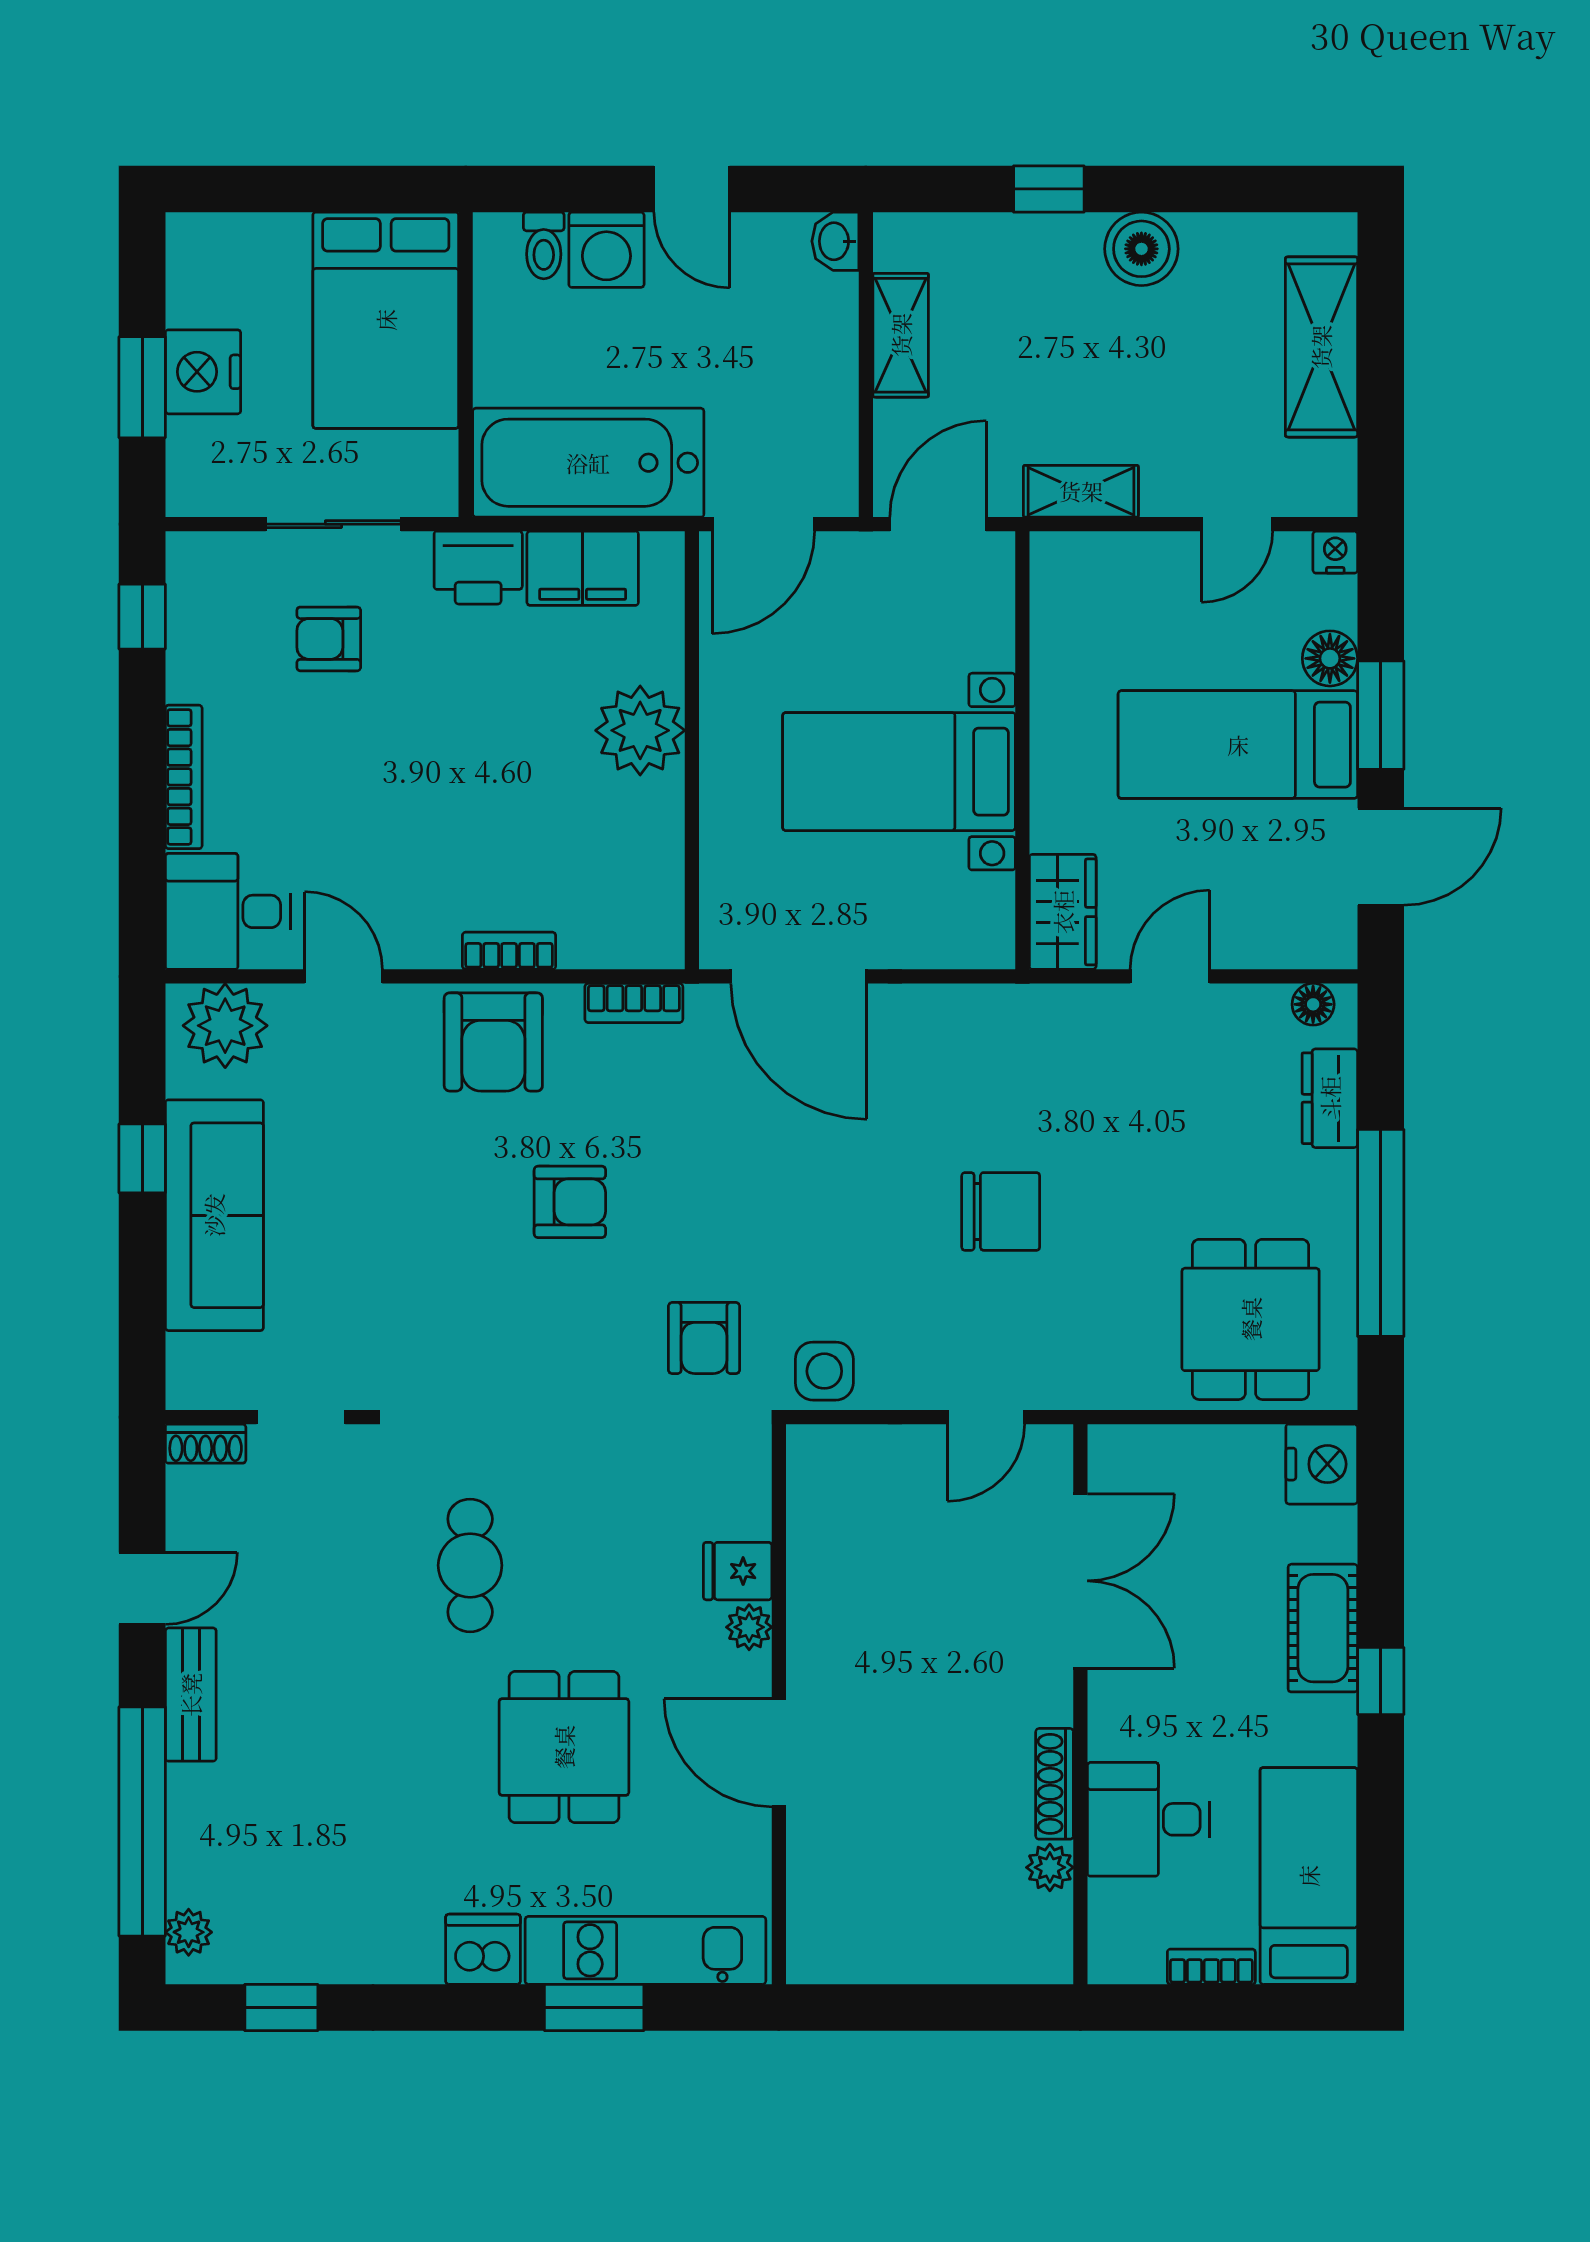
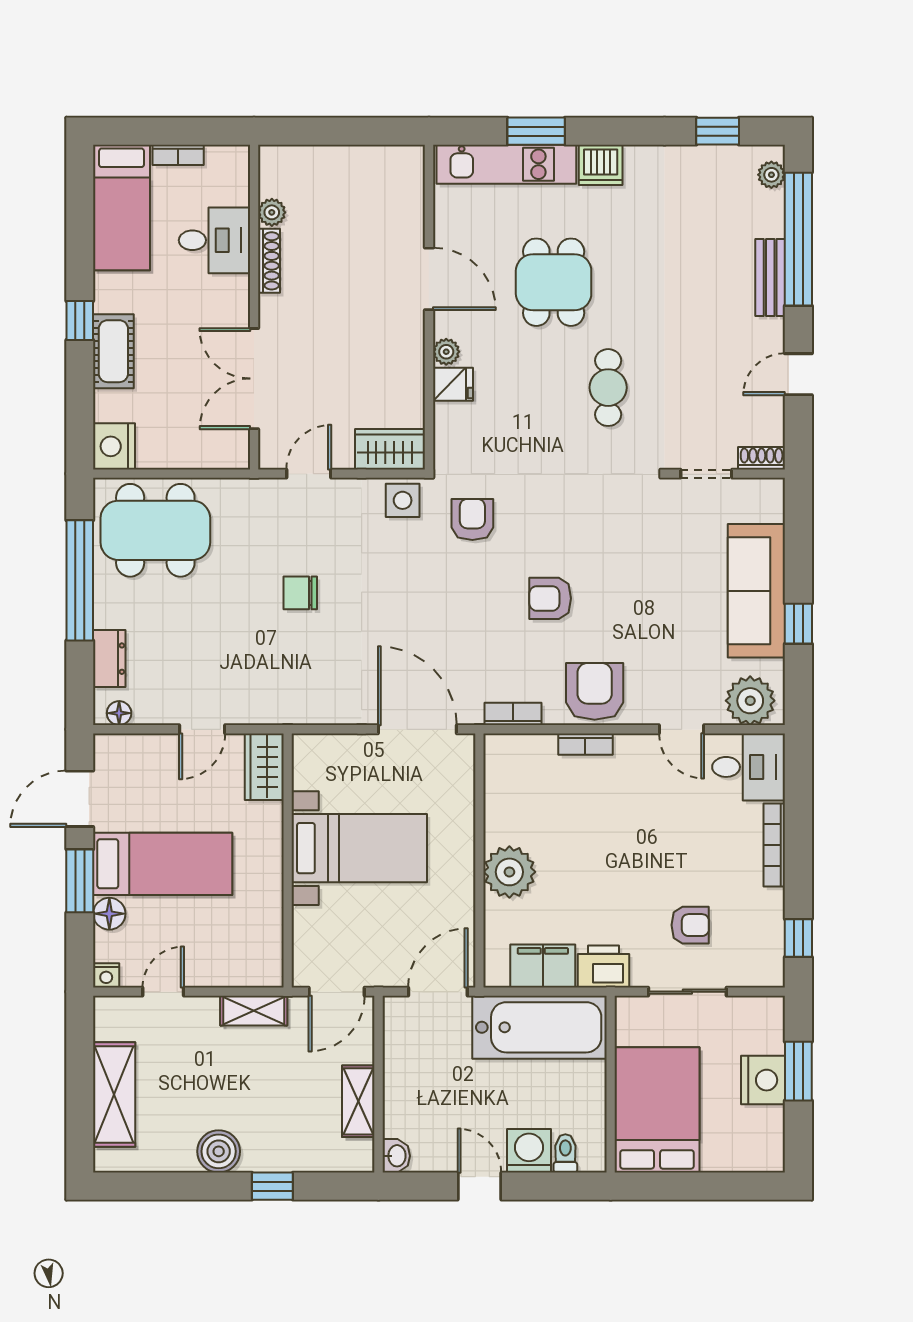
chair: (1001, 1211) -> (300, 593), width x0.73, depth x0.73
dining table: (1251, 1319) -> (155, 530), width x1.38
wardrobe: (846, 1459) -> (390, 449), added
bench: (191, 1695) -> (770, 277), moved

